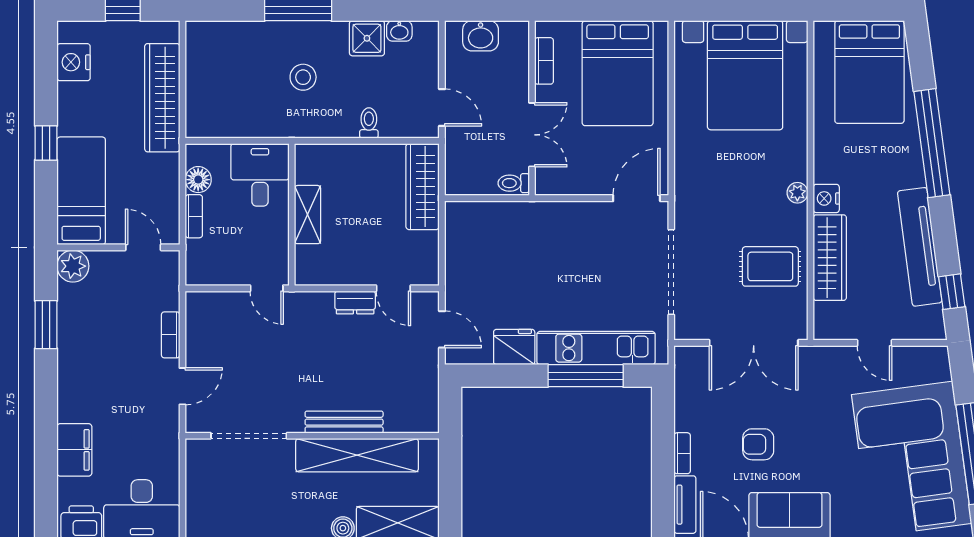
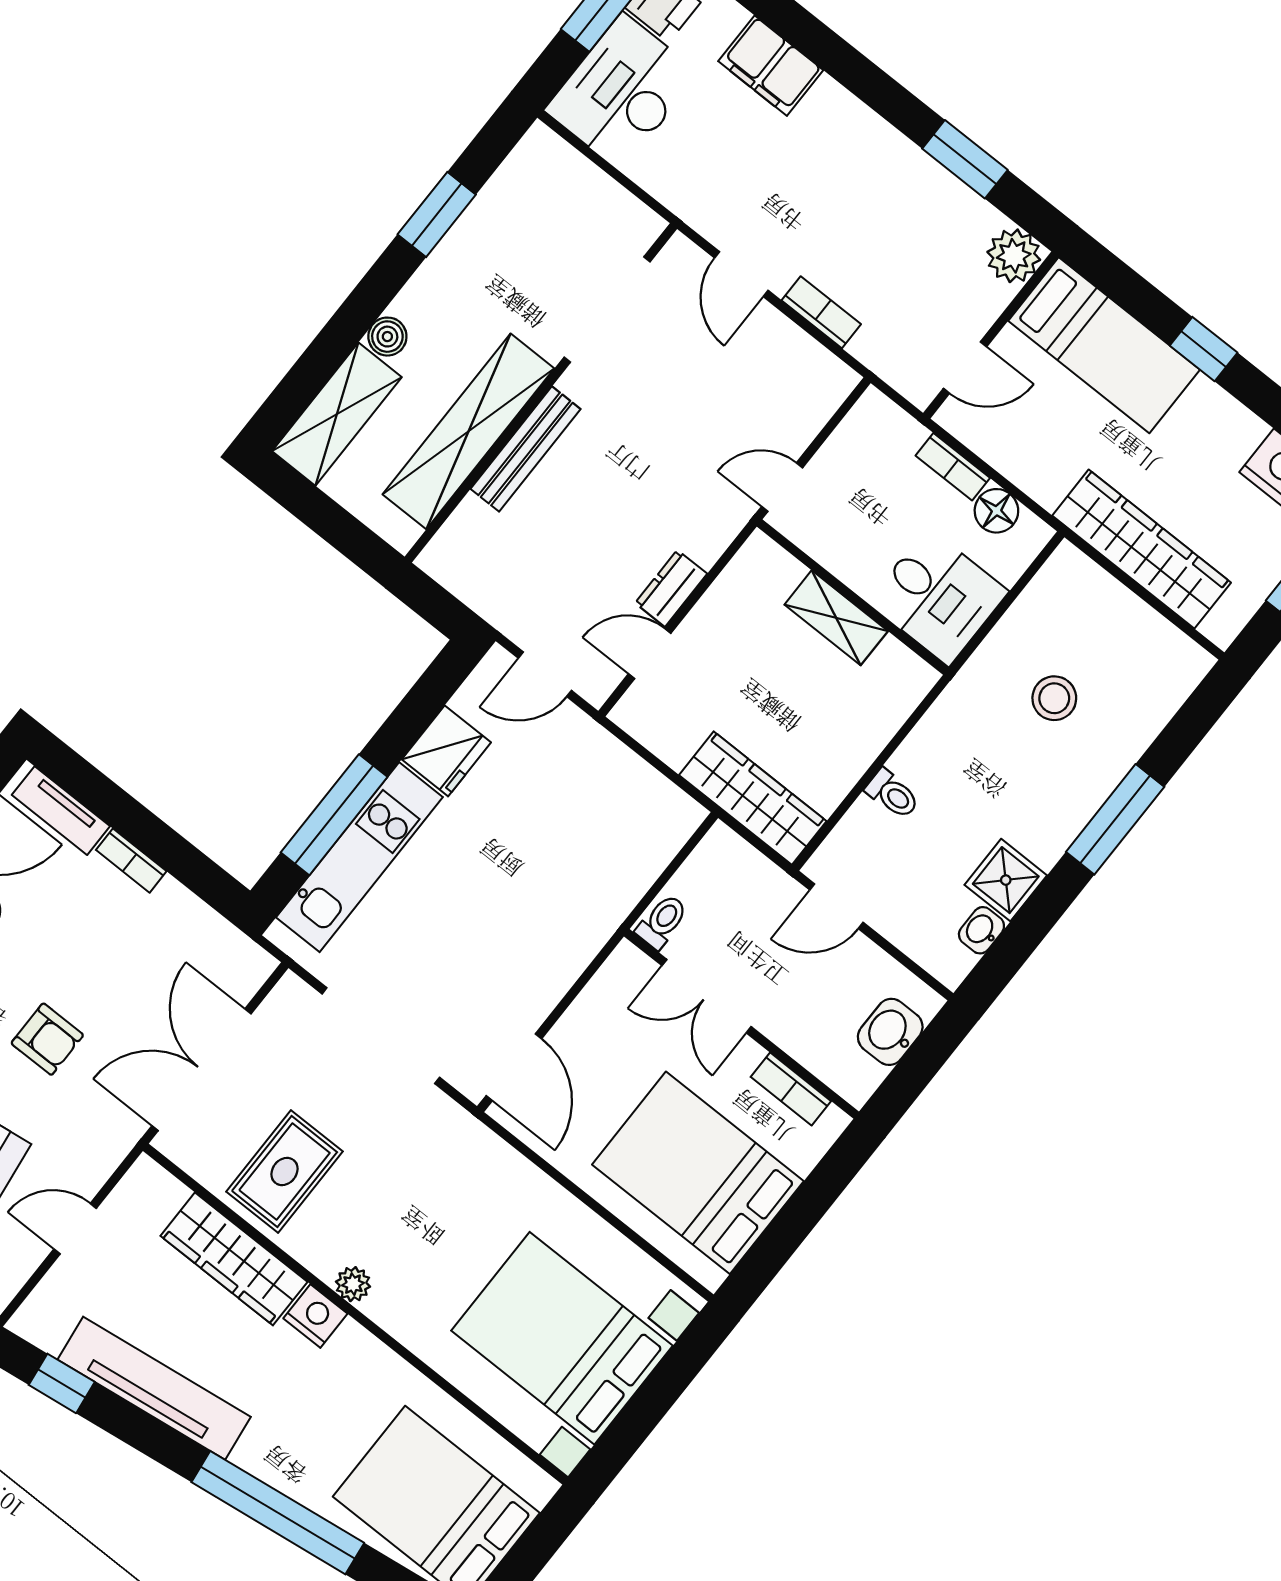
stool: (303, 77) -> (1054, 698), moved
armchair: (758, 444) -> (47, 1039), moved, turned 90

